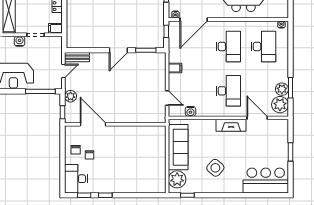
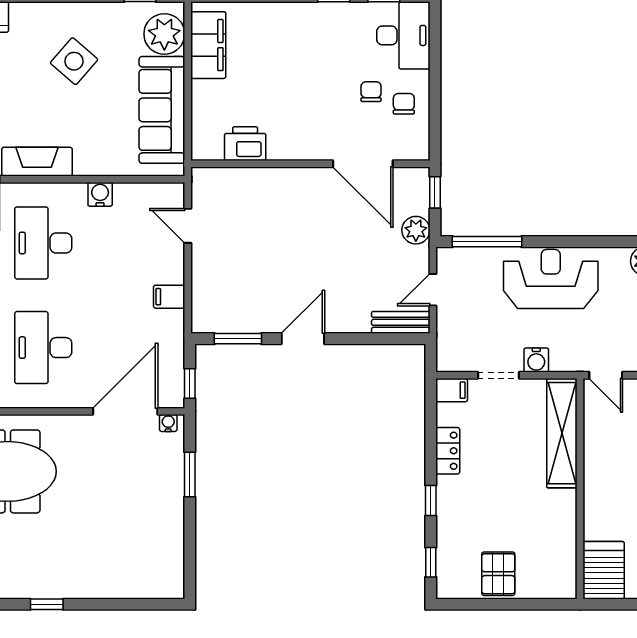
water cooler: (190, 111) -> (100, 194), moved
printer: (143, 133) -> (245, 144), added
filing cabinet: (158, 175) -> (208, 45), added

